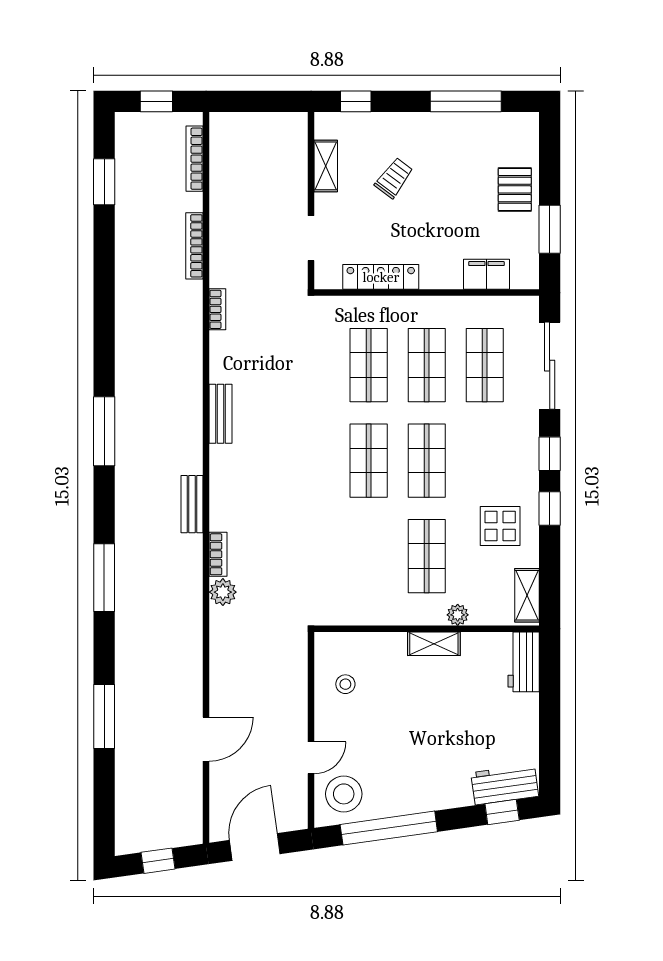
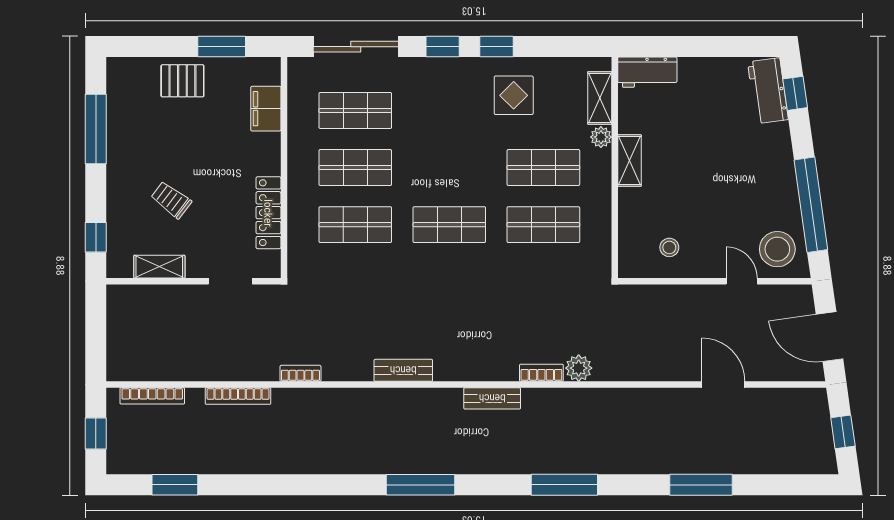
shop shelf: (427, 461) -> (543, 225), moved
shelving: (527, 595) -> (600, 98), moved, turned 90

